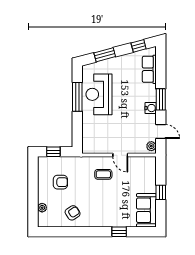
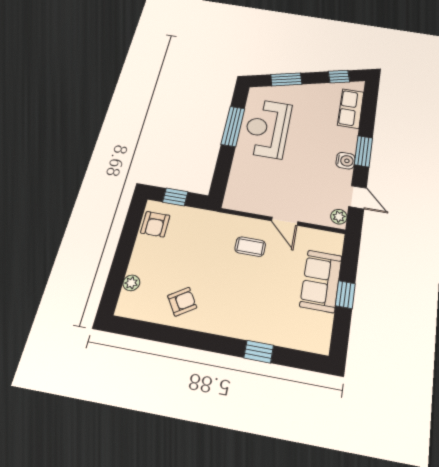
armchair: (60, 182) -> (155, 224), moved, turned 90
sofa: (146, 210) -> (321, 281), moved

